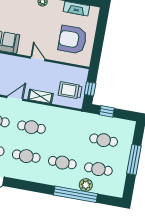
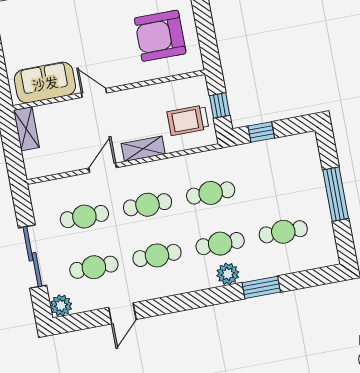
door: (38, 59) -> (94, 93), moved
cafe table: (104, 140) -> (211, 193), moved
plant: (86, 185) -> (228, 274), moved
window: (75, 194) -> (261, 287), width x0.47

